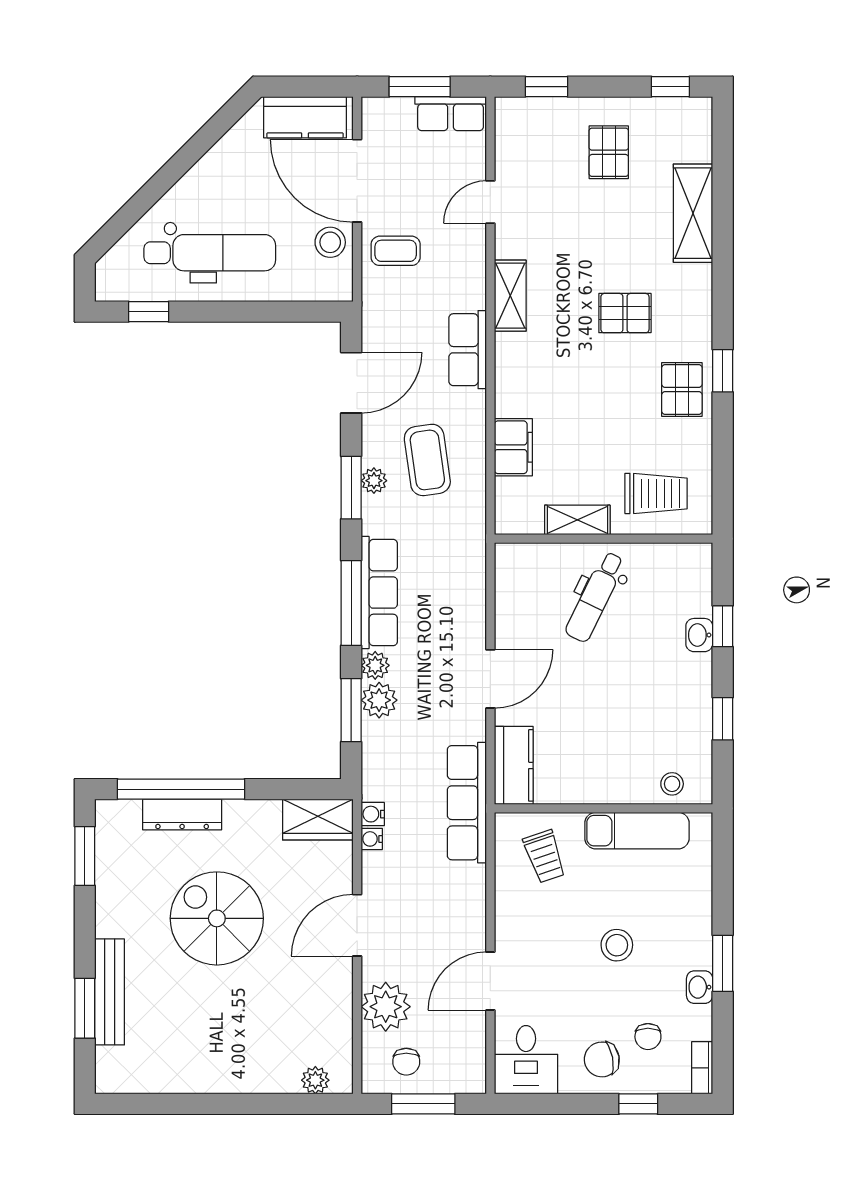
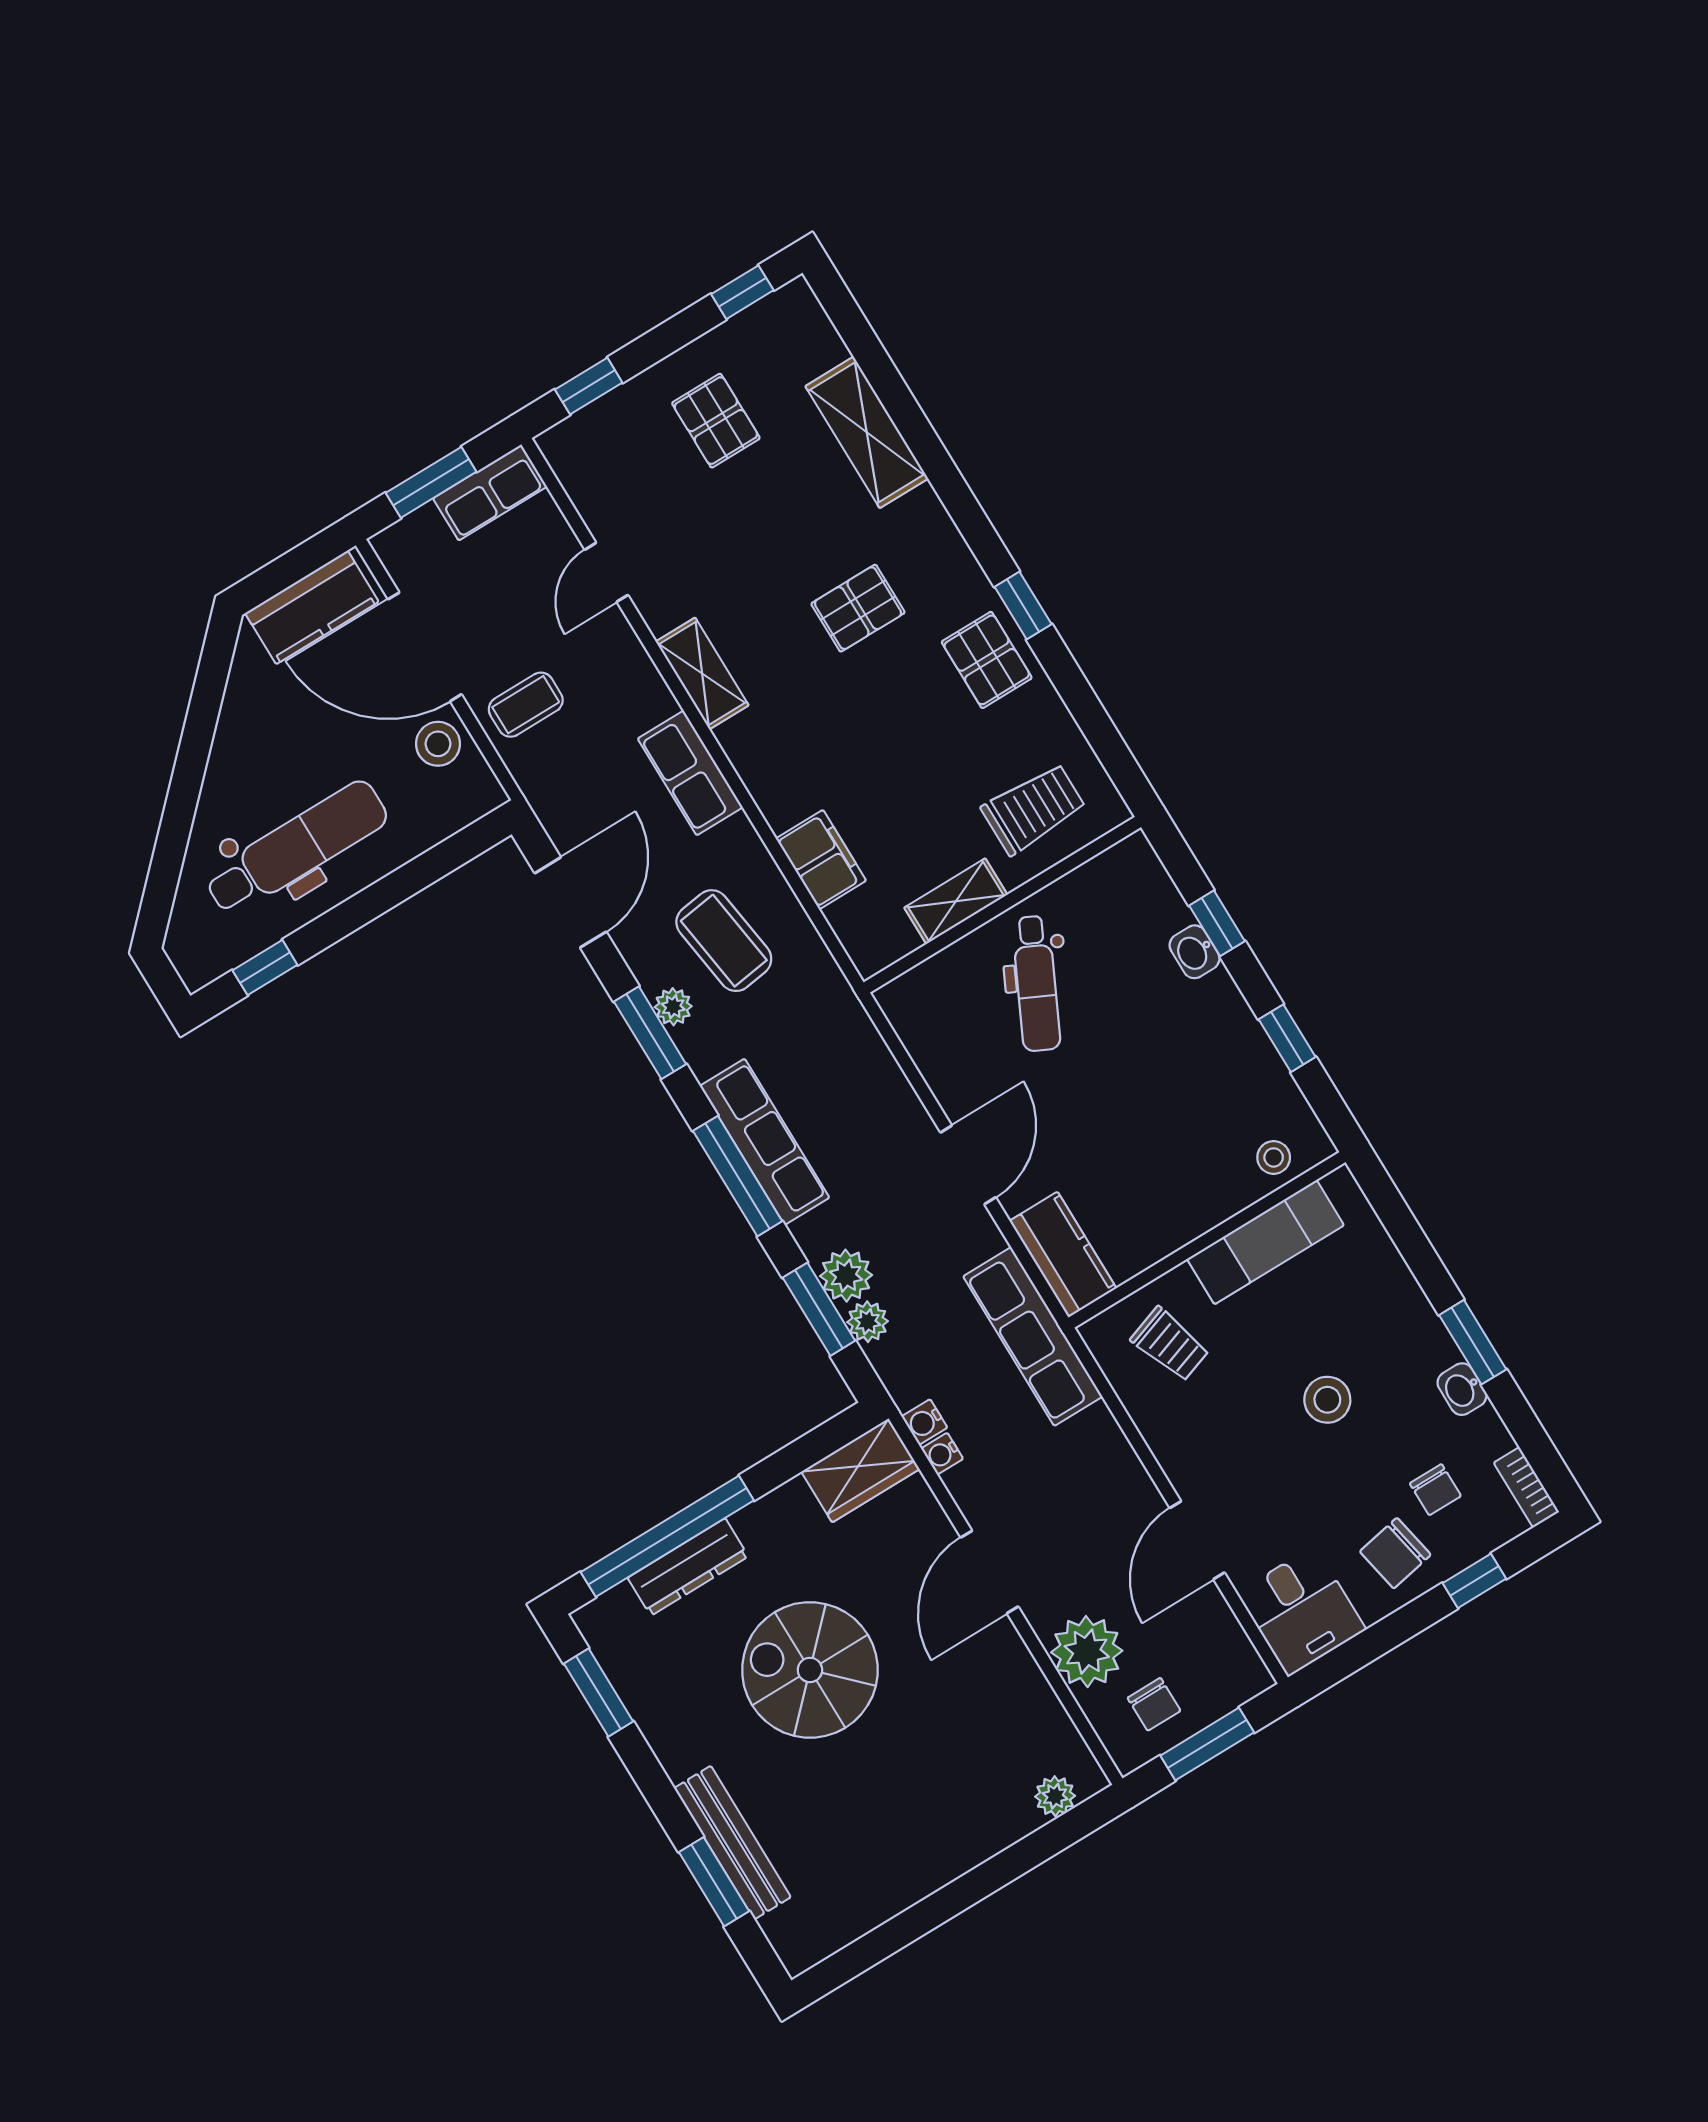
plant: (375, 665) -> (868, 1322), moved

